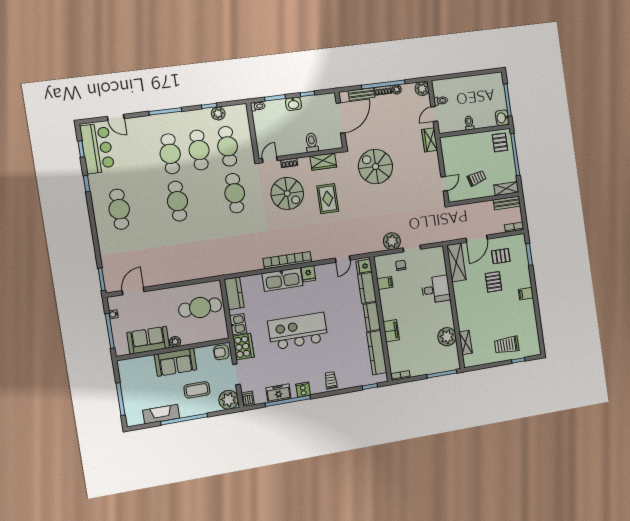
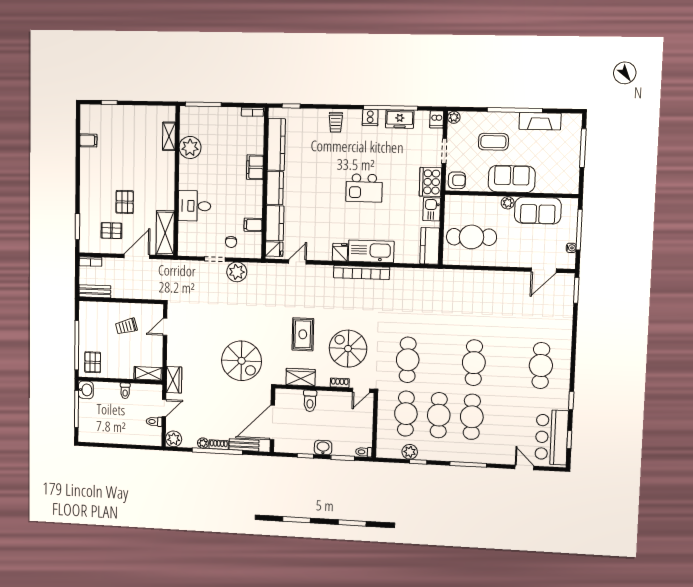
shelving: (506, 189) -> (148, 373), moved
filing cabinet: (526, 294) -> (88, 140), moved
kitchen island: (298, 331) -> (364, 188), width x0.54, depth x0.78
trolley: (507, 345) -> (120, 124), removed
plant: (229, 400) -> (454, 117), width x0.53, depth x0.53

